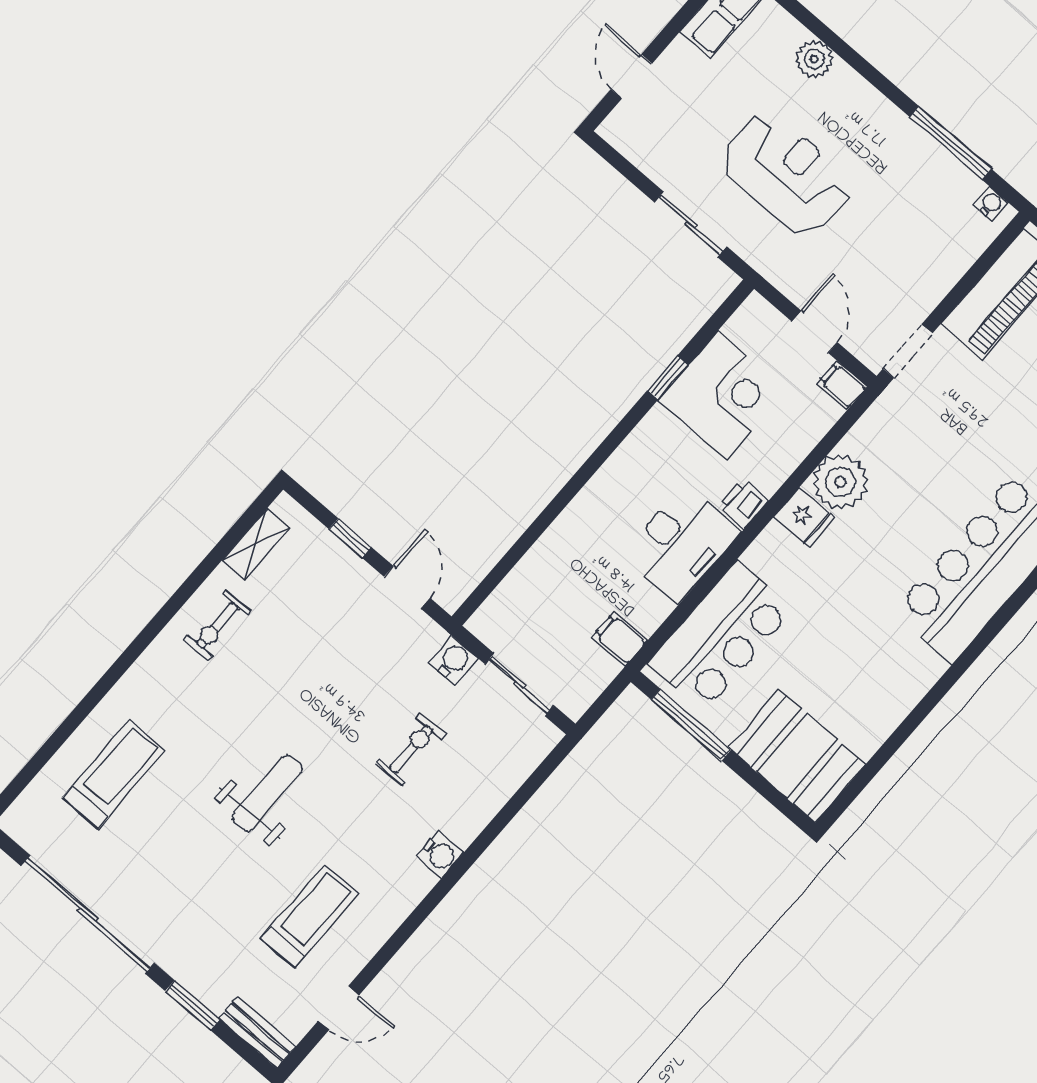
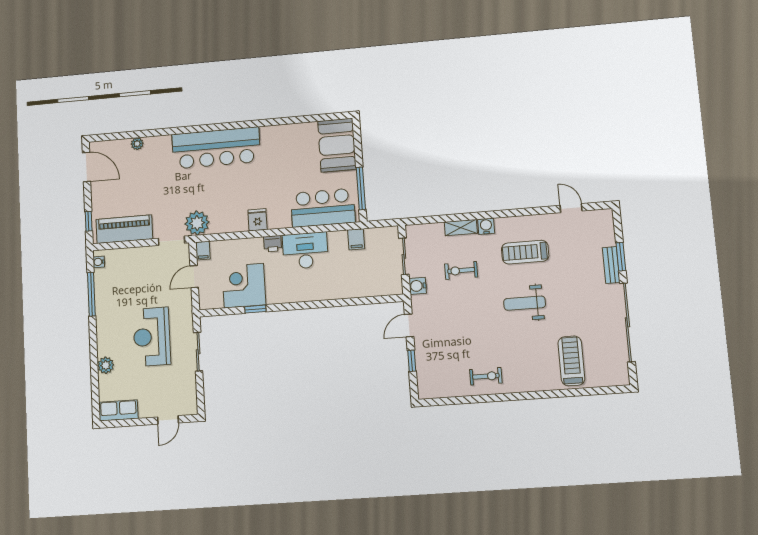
plant: (840, 482) -> (197, 223), moved
shelving: (256, 544) -> (461, 228), moved
treadmill: (114, 775) -> (571, 361), turned 90
treadmill: (309, 916) -> (525, 252), moved
bench: (257, 1033) -> (611, 265), moved

